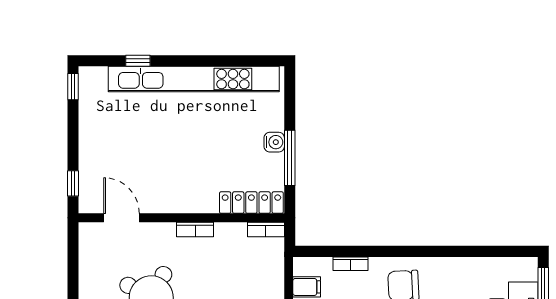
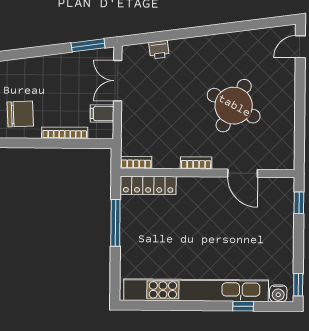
water cooler: (274, 142) -> (278, 293), moved, turned -90
door: (121, 218) -> (243, 173), moved
bookcase: (351, 264) -> (65, 133), width x1.56

